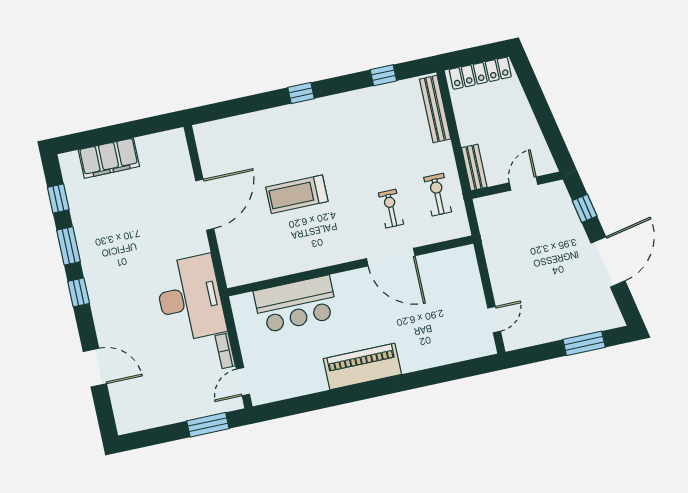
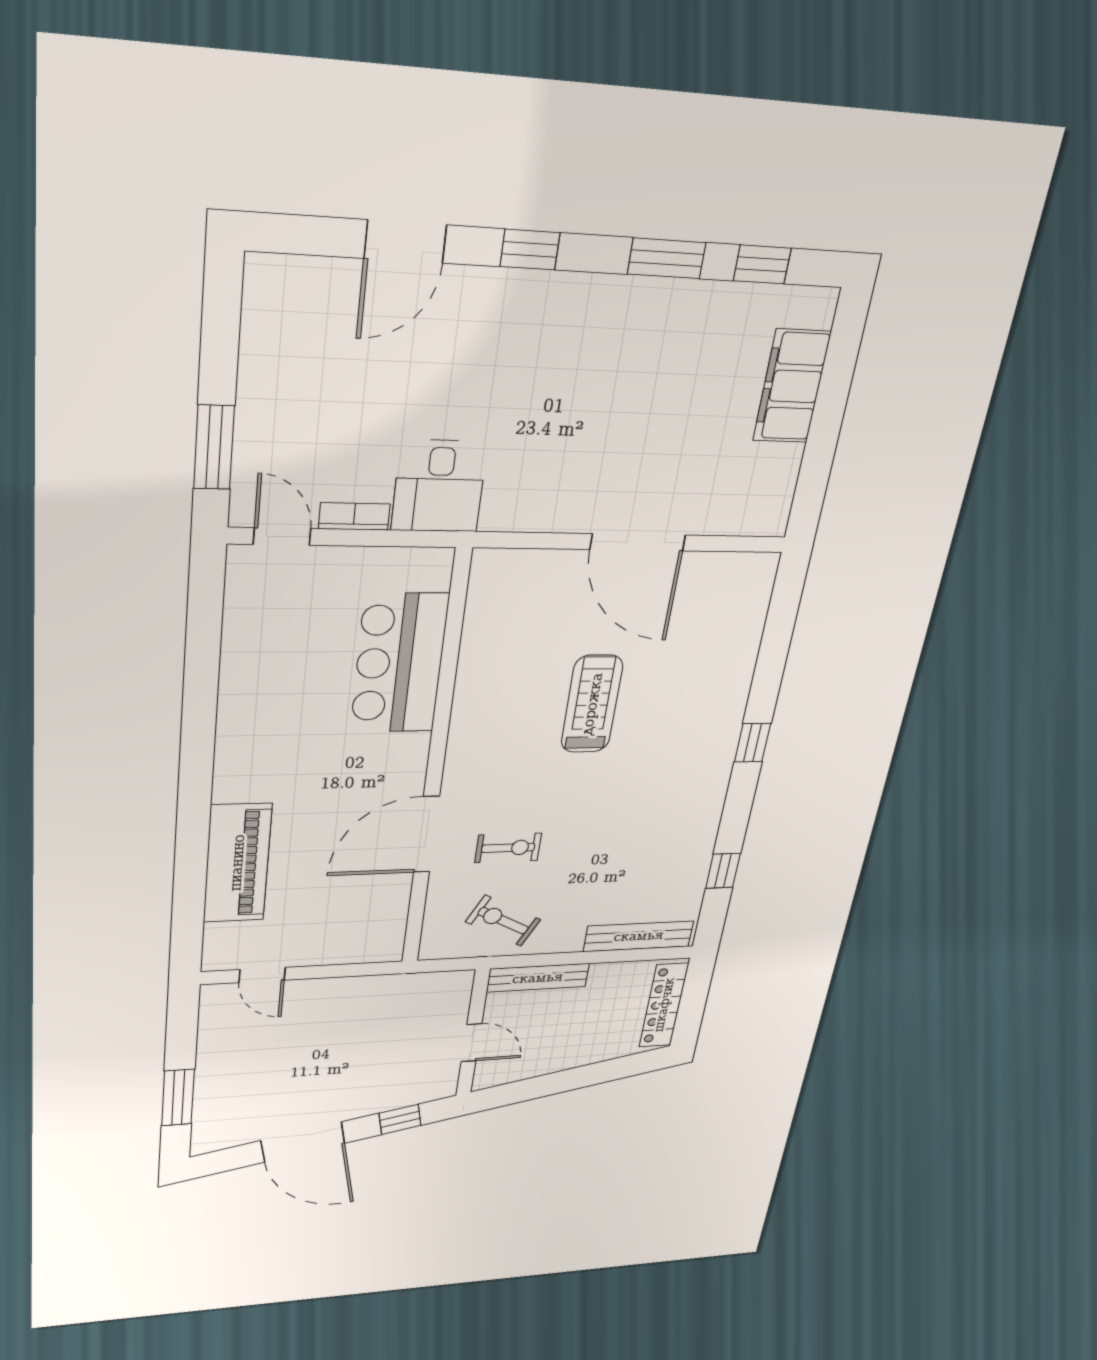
bench: (474, 167) -> (538, 978), width x1.36
exercise bike: (438, 195) -> (503, 921), turned -152
window: (79, 292) -> (530, 250), moved
desk: (190, 298) -> (439, 486), width x0.53, depth x0.77
piano: (362, 366) -> (237, 863), moved

